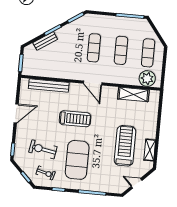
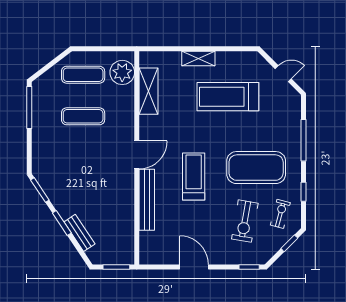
exercise mat: (94, 48) -> (83, 158), removed
bench: (49, 85) -> (147, 200), moved
shelving: (150, 150) -> (198, 59), moved
door: (137, 183) -> (283, 74), swing flipped

